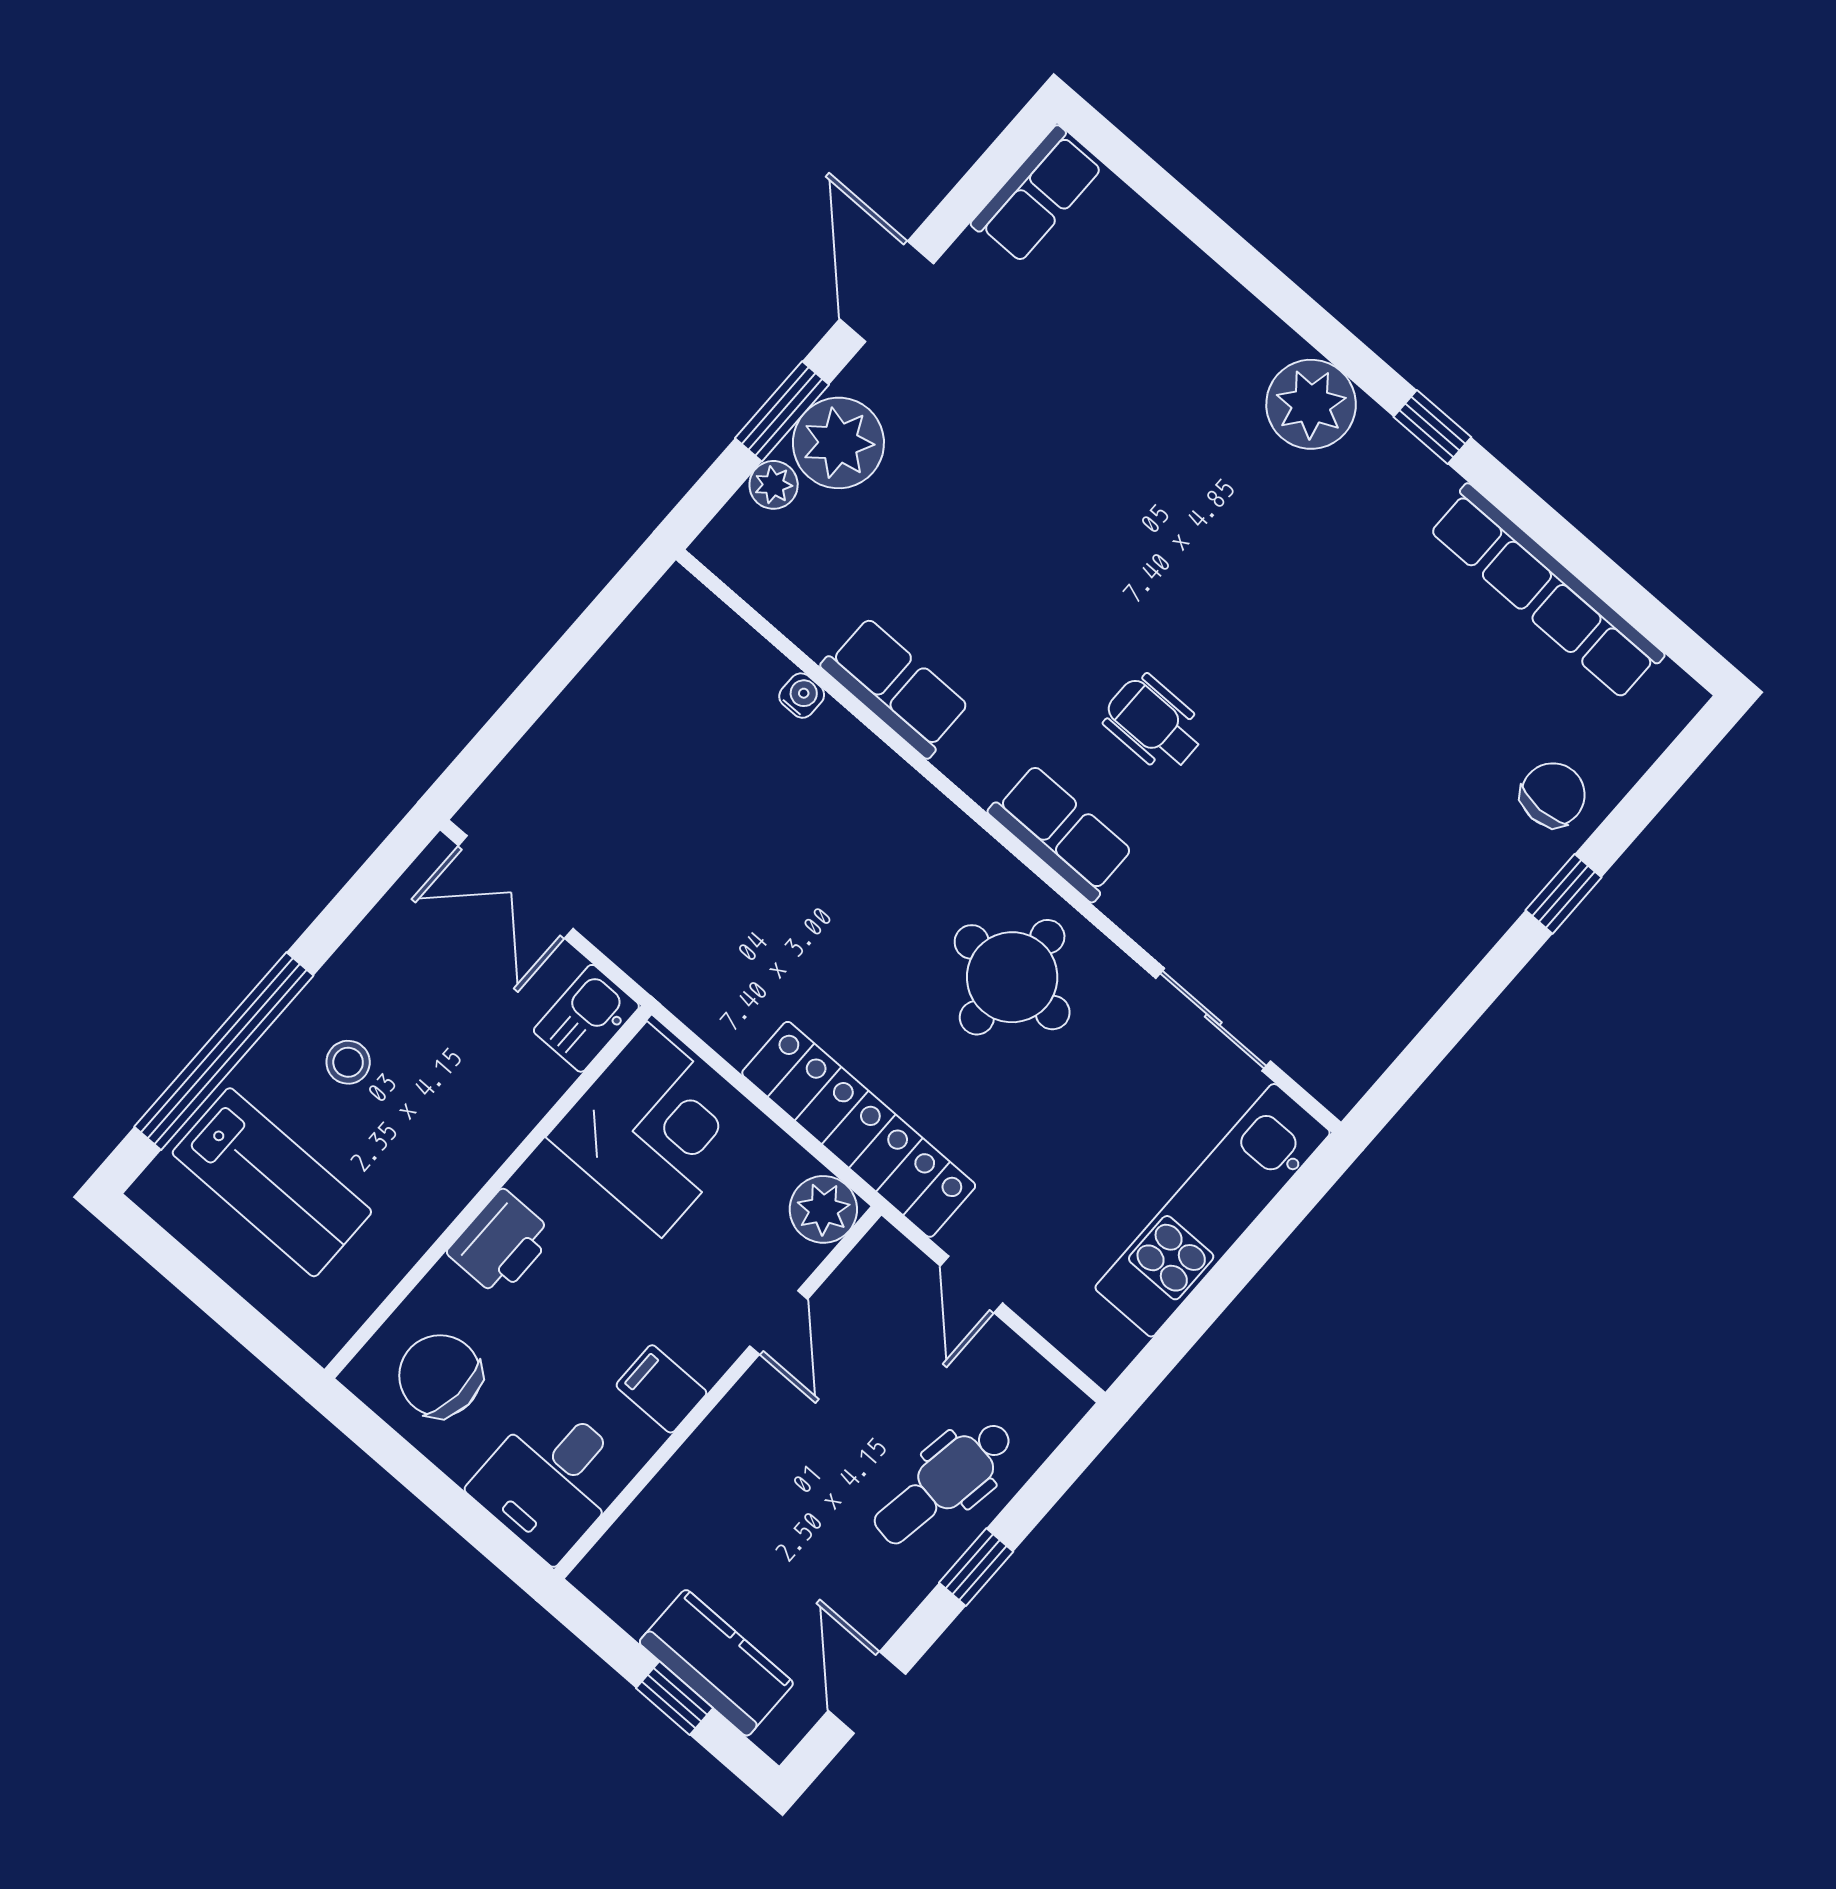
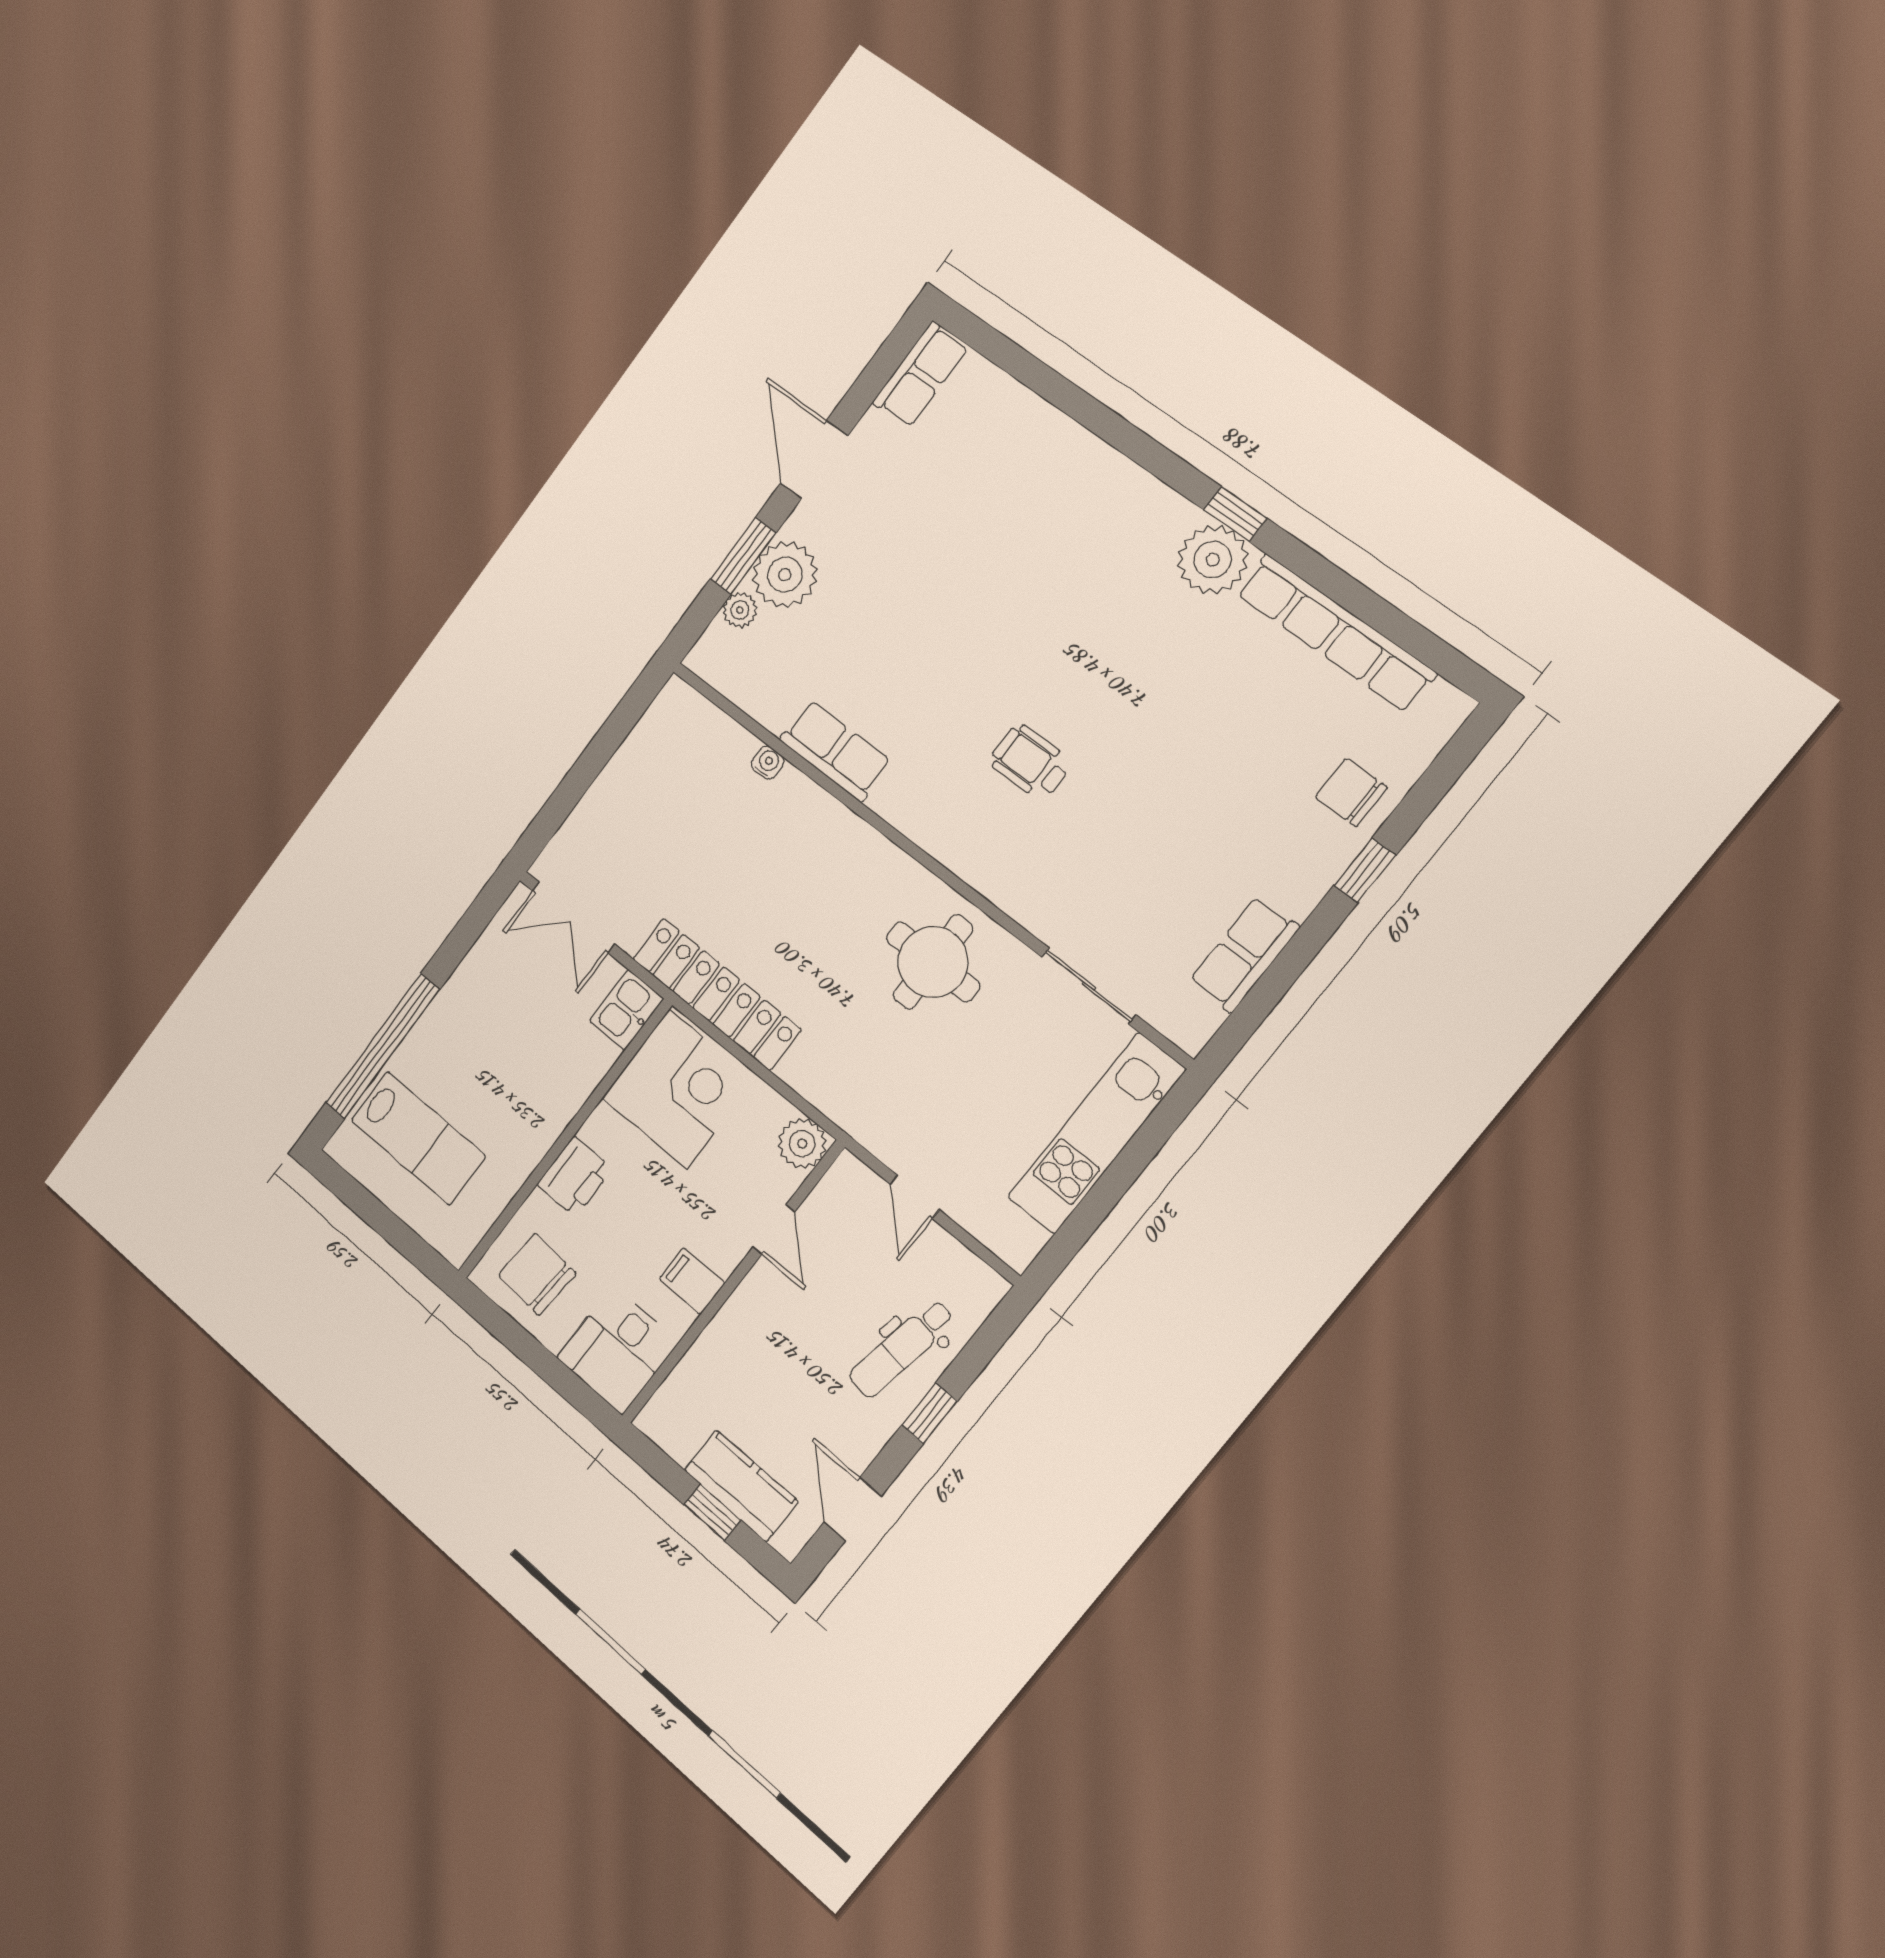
plant: (1311, 404) -> (1213, 560), moved
chair: (1553, 795) -> (1351, 792), turned -90
row of seats: (1061, 833) -> (1244, 954), moved, turned -90
stool: (348, 1062) -> (465, 1050), removed
locker: (859, 1129) -> (716, 994), moved

